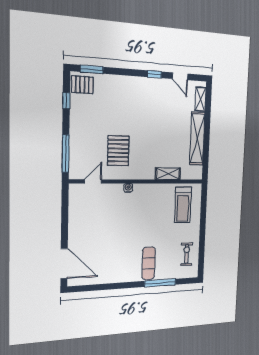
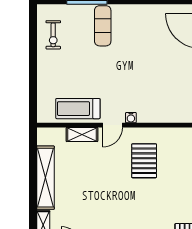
door: (93, 181) -> (113, 125), moved
treadmill: (183, 205) -> (78, 109), moved, turned -90

